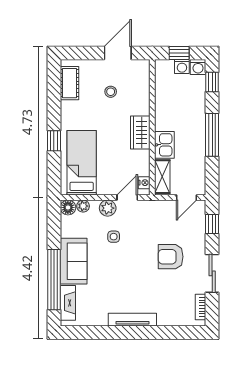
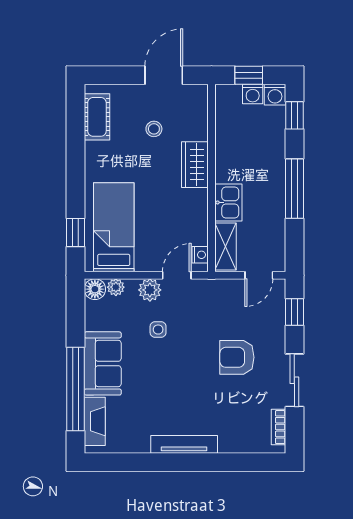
wardrobe: (140, 132) -> (195, 165), moved
window: (54, 141) -> (76, 232), moved

